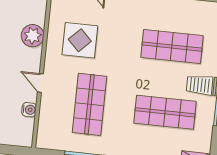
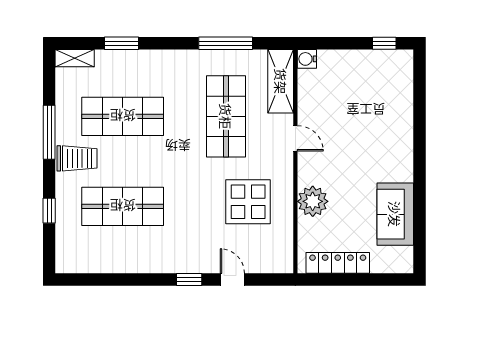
water cooler: (29, 110) -> (307, 59), moved
shelving: (47, 126) -> (281, 81), added

